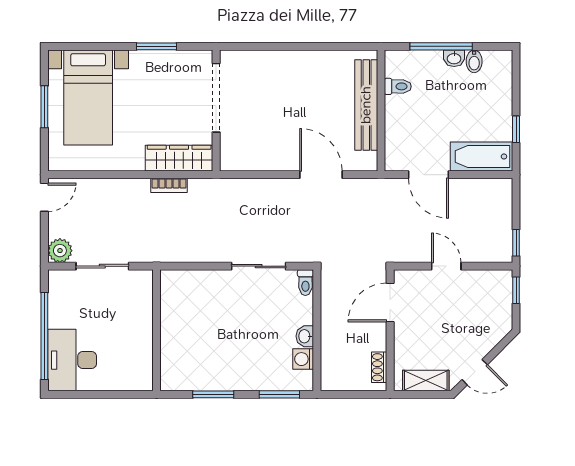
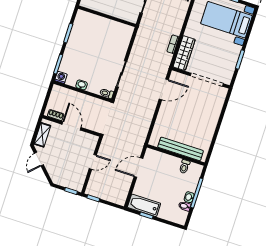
bathtub: (482, 156) -> (144, 205), moved, turned -90
door: (321, 175) -> (164, 89), moved
door: (390, 302) -> (71, 126), moved
washing machine: (303, 359) -> (61, 77), moved

